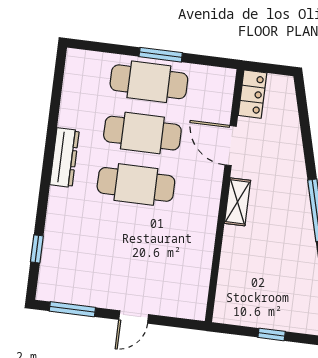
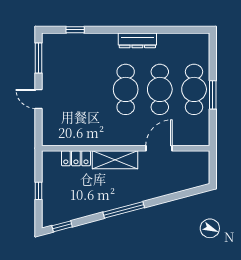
locker: (252, 94) -> (76, 158), moved
shelving: (237, 202) -> (115, 160), width x1.50, depth x1.33

